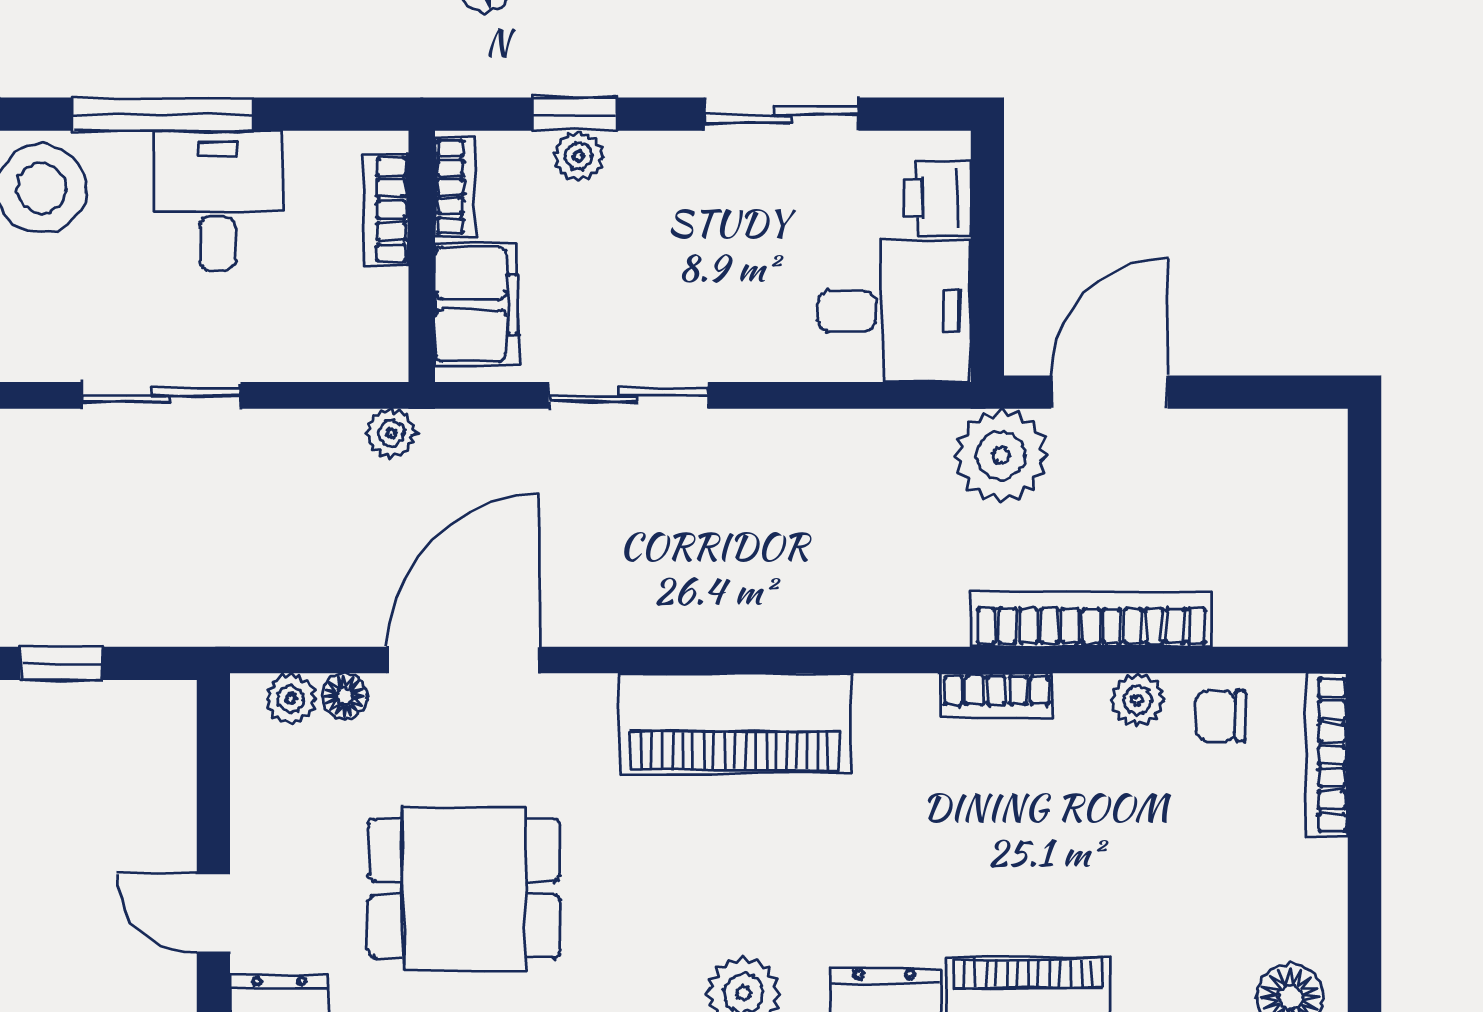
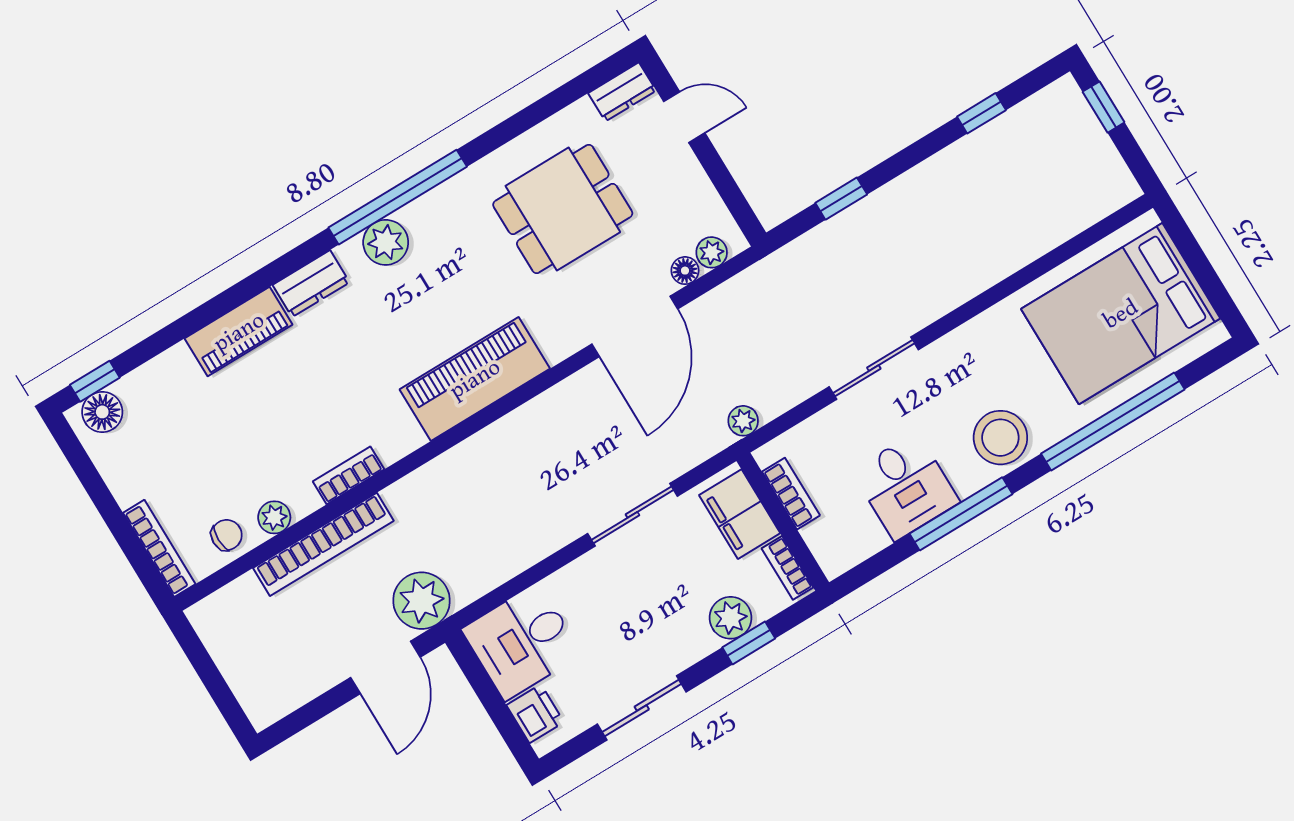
plant: (578, 156) -> (730, 618), width x1.38, depth x1.38
bookcase: (386, 210) -> (791, 494), moved

